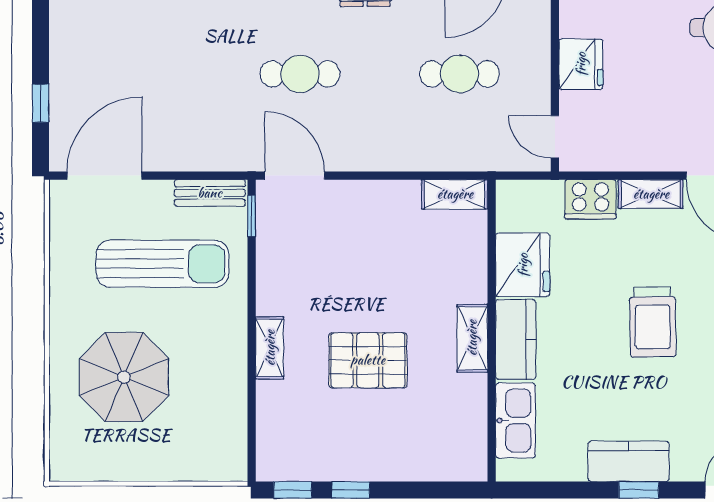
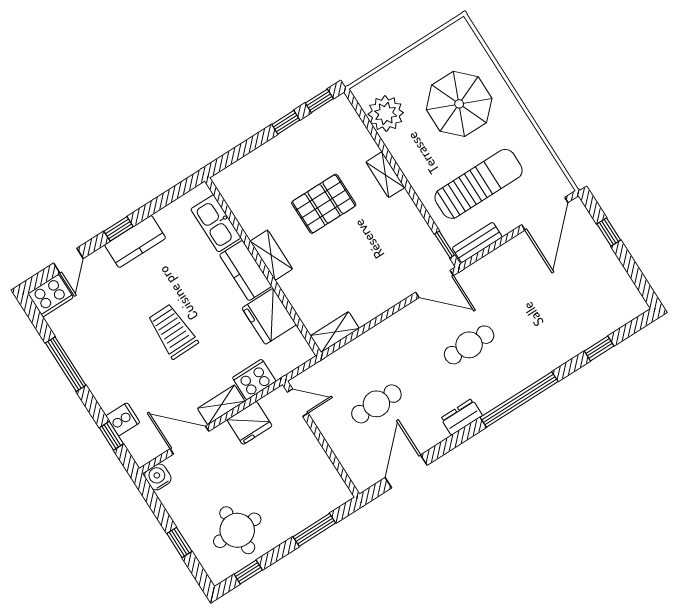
fridge: (581, 64) -> (250, 423), moved, turned -90
sun lounger: (162, 264) -> (479, 184), turned 180
plant: (221, 423) -> (386, 114), added

